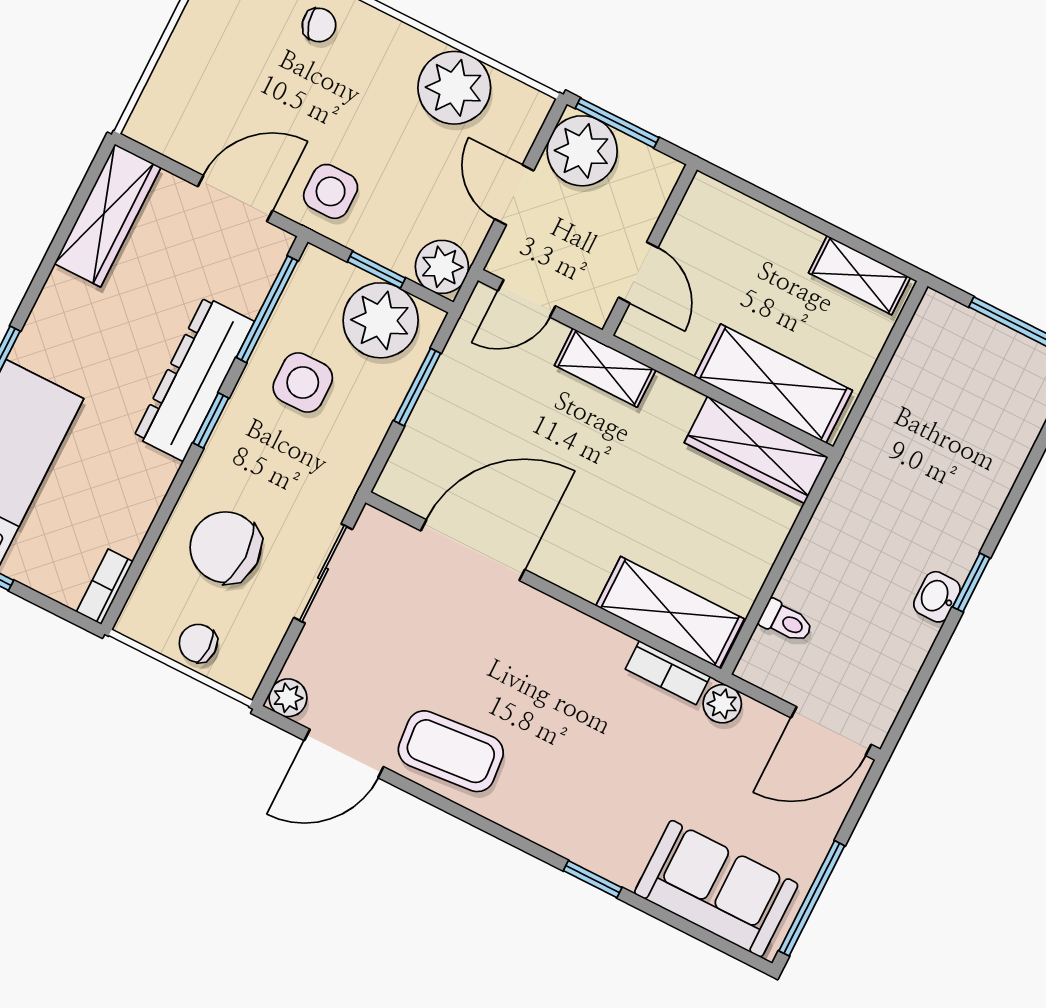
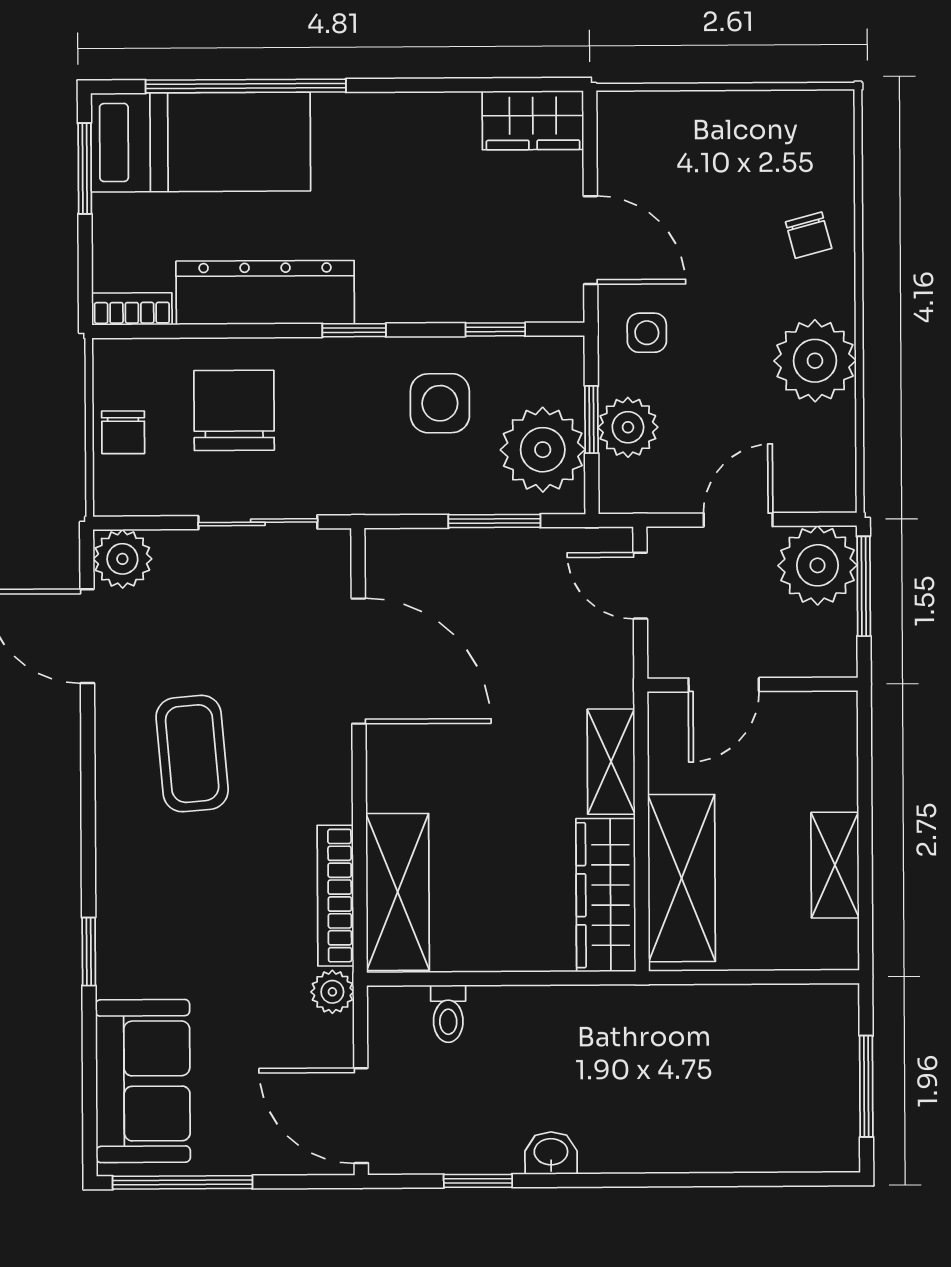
plant: (454, 88) -> (815, 361), moved
side table: (331, 191) -> (647, 333), width x0.73, depth x0.73
wardrobe: (108, 215) -> (533, 120), width x0.67
plant: (442, 267) -> (628, 427), moved
shelving: (860, 275) -> (835, 865), moved
window: (267, 309) -> (495, 329), width x0.46
shelving: (605, 368) -> (611, 762), moved
dresser: (194, 379) -> (265, 293), moved
window: (971, 583) -> (478, 1181), moved
chair: (198, 643) -> (123, 432), turned 180
bookcase: (668, 673) -> (335, 896), width x1.56
plant: (288, 698) -> (122, 559), width x1.38, depth x1.38
coffee table: (451, 751) -> (192, 754), moved

